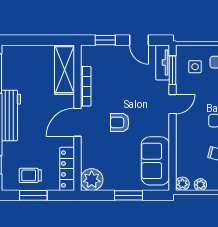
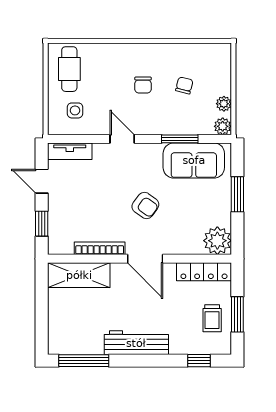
door: (139, 40) -> (42, 181), swing flipped
window: (173, 70) -> (180, 139), moved
armchair: (120, 123) -> (145, 205), turned -54

